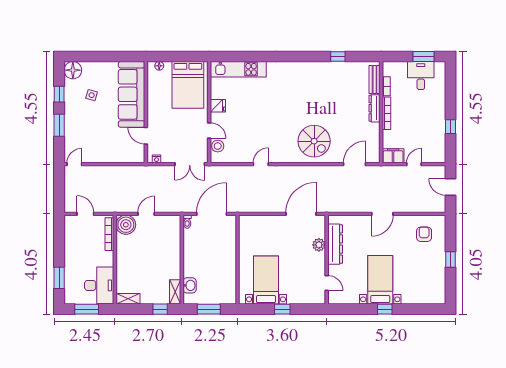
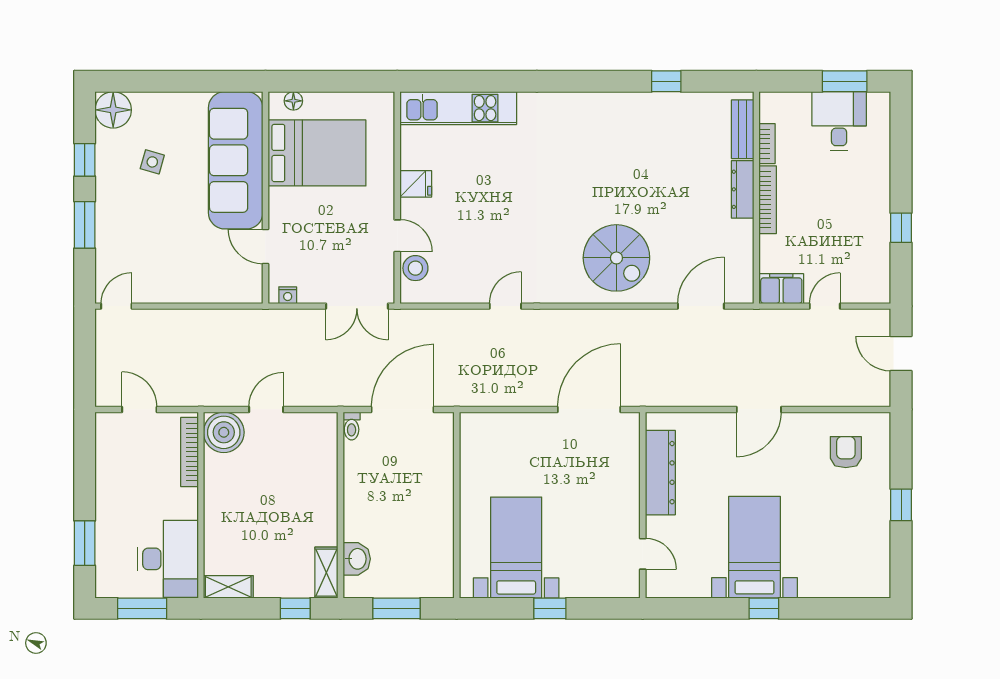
bed: (188, 85) -> (317, 153), moved, turned -90
plant: (319, 245) -> (627, 474), removed

